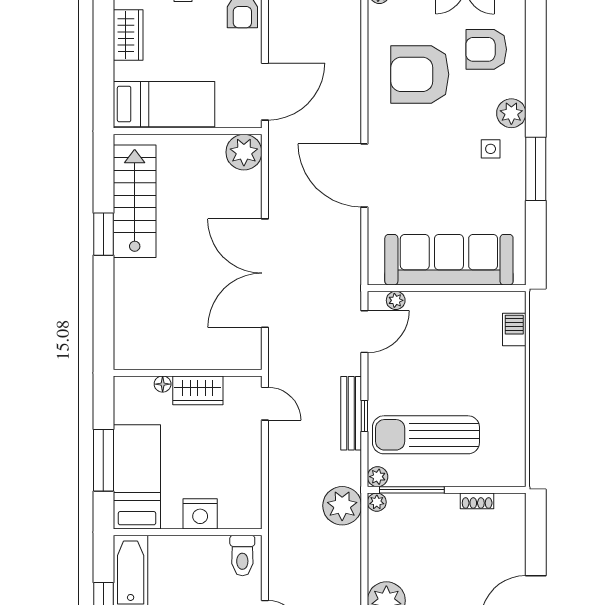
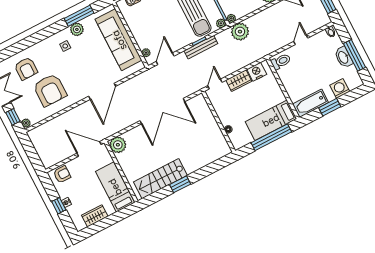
plant: (511, 113) -> (77, 29), moved
window: (536, 169) -> (79, 16), moved
door: (364, 332) -> (165, 59), hinge flipped
wardrobe: (198, 390) -> (239, 81), moved, turned 90
window: (103, 460) -> (271, 137), width x1.46
nightstand: (200, 514) -> (257, 72), moved, turned -90

